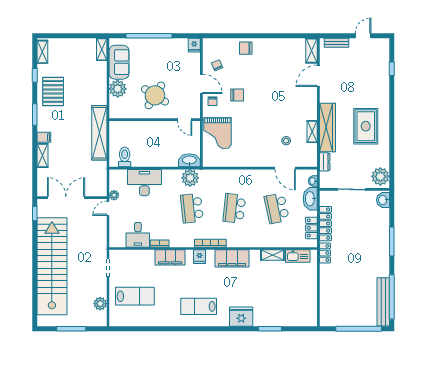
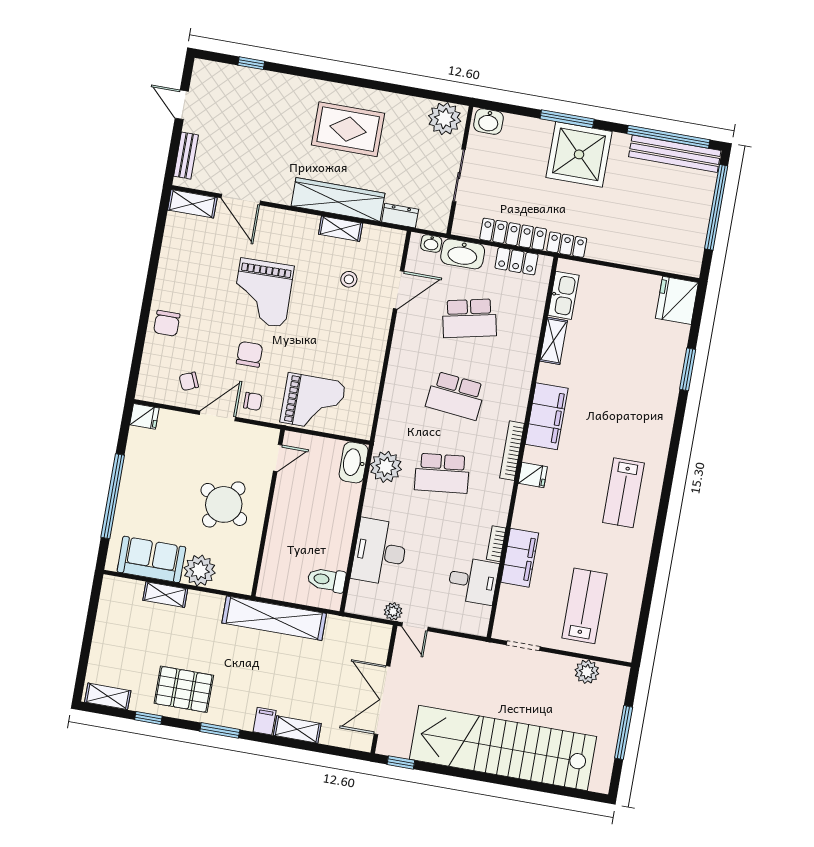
shelving: (102, 49) -> (165, 595), moved
grand piano: (271, 96) -> (263, 293), added
shower: (374, 251) -> (579, 154), added
filing cabinet: (170, 257) -> (520, 558), moved
fridge: (241, 317) -> (677, 300), moved

